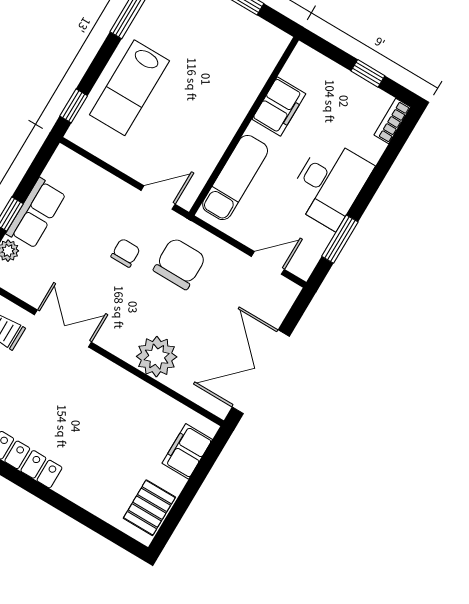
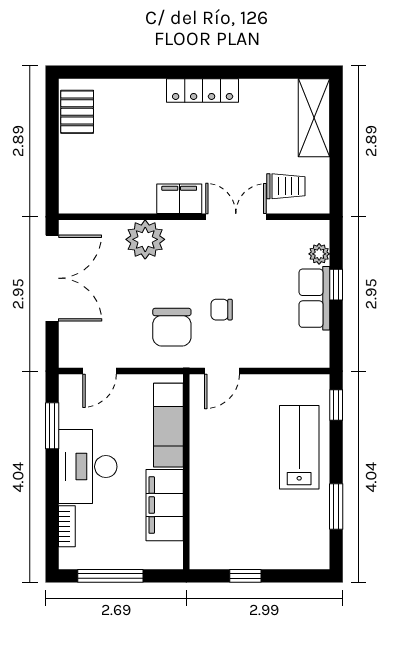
window: (368, 73) -> (110, 576), width x2.17
filing cabinet: (279, 106) -> (165, 505), width x1.50, depth x1.17
bookcase: (392, 121) -> (67, 526), moved
chair: (125, 253) -> (222, 310), turned 90
double door: (63, 328) -> (236, 217), swing flipped
filing cabinet: (187, 451) -> (179, 199), moved, turned -90

